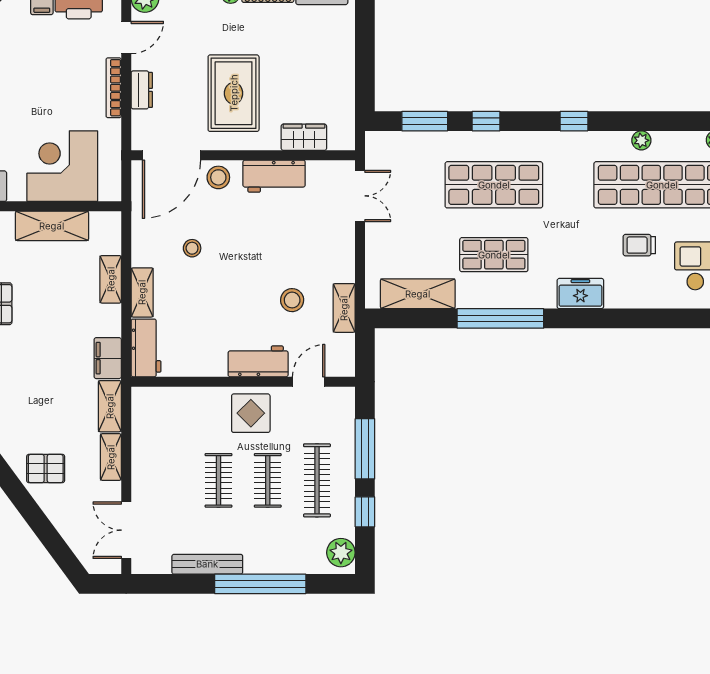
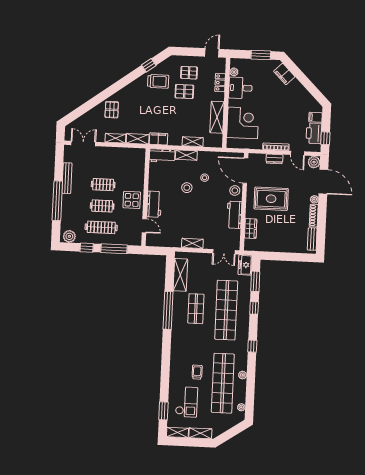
shop shelf: (494, 185) -> (226, 310), width x1.40
freezer: (580, 294) -> (245, 265), moved, turned 180
stool: (292, 300) -> (187, 188), moved
shelving: (344, 308) -> (192, 243), moved

